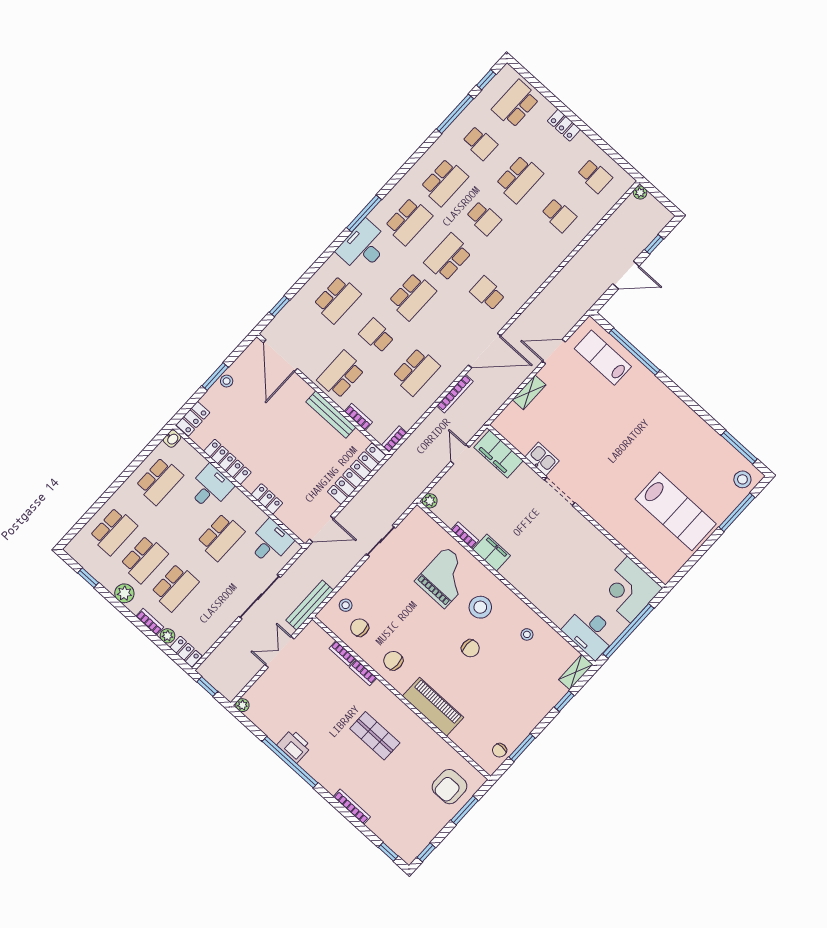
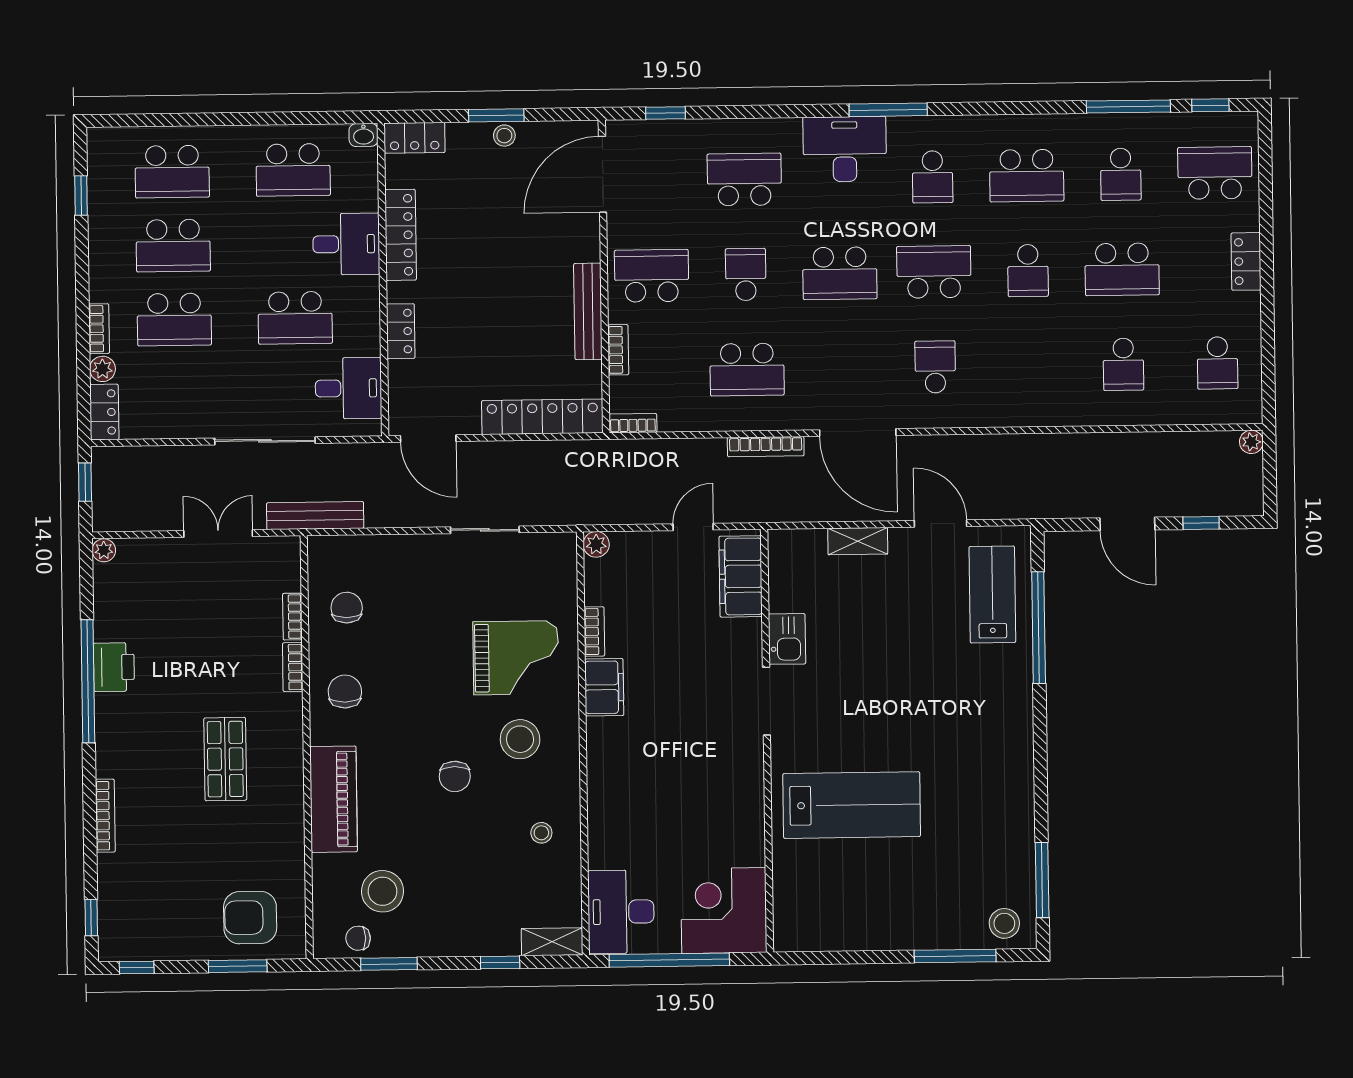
school desk: (409, 221) -> (933, 177), width x0.54
school desk: (337, 299) -> (744, 180), turned 180
lab bench: (676, 511) -> (852, 805), moved, turned -90
plant: (124, 593) -> (105, 261), removed
stool: (346, 605) -> (383, 891), moved, width x1.89, depth x1.89

